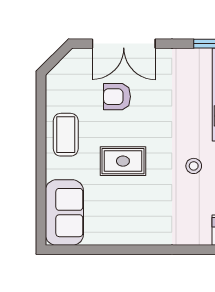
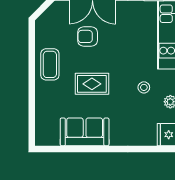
sofa: (64, 213) -> (85, 132), moved, turned -90

